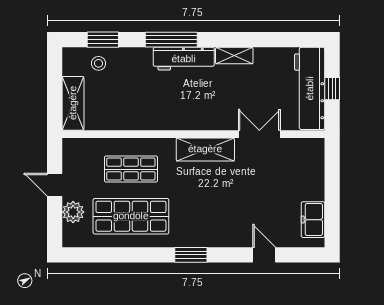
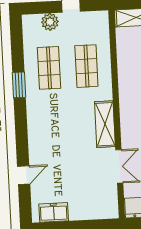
shop shelf: (131, 216) -> (49, 68), width x0.70, depth x0.74
window: (191, 255) -> (19, 85), moved

